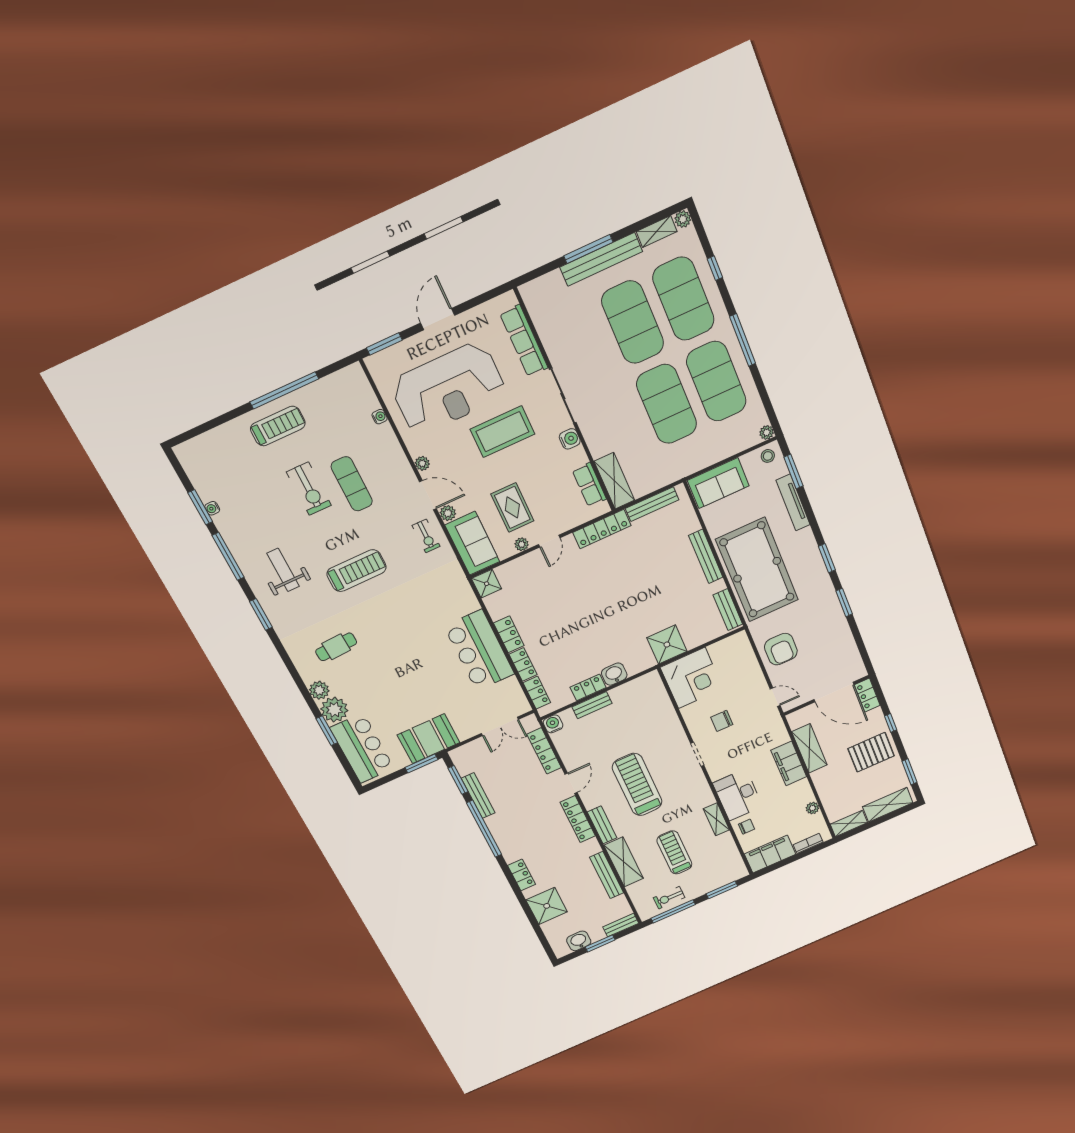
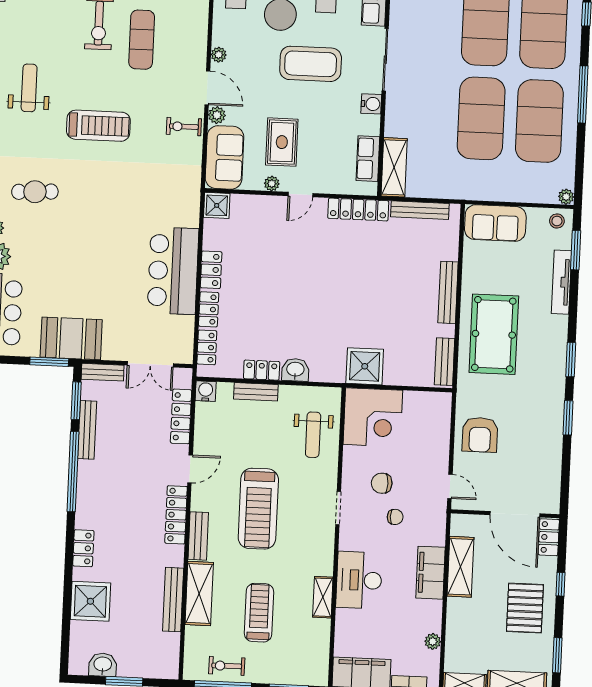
exercise bike: (426, 536) -> (184, 127), turned 90
pool table: (757, 570) -> (494, 334), width x0.73, depth x0.76
weight bench: (652, 713) -> (313, 435), added
pallet: (871, 752) -> (525, 608), turned 90
treadmill: (637, 785) -> (258, 509), turned 180
chair: (746, 827) -> (395, 517), moved
bench: (621, 925) -> (103, 372), moved

